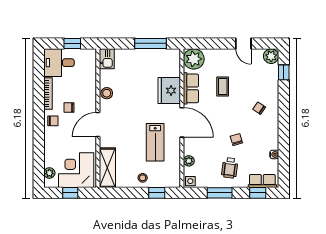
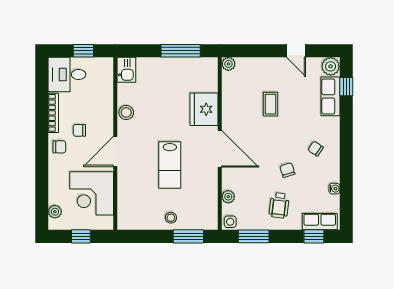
plant: (194, 59) -> (228, 64), width x0.53, depth x0.53
row of seats: (191, 88) -> (331, 96), moved, turned 180
chair: (259, 108) -> (316, 149), moved
lab bench: (155, 142) -> (170, 165), moved
shelving: (107, 168) -> (127, 205), removed
corner desk: (76, 170) -> (92, 193), moved, turned -90
window: (157, 193) -> (188, 236), width x1.50
window: (220, 193) -> (254, 236), moved

